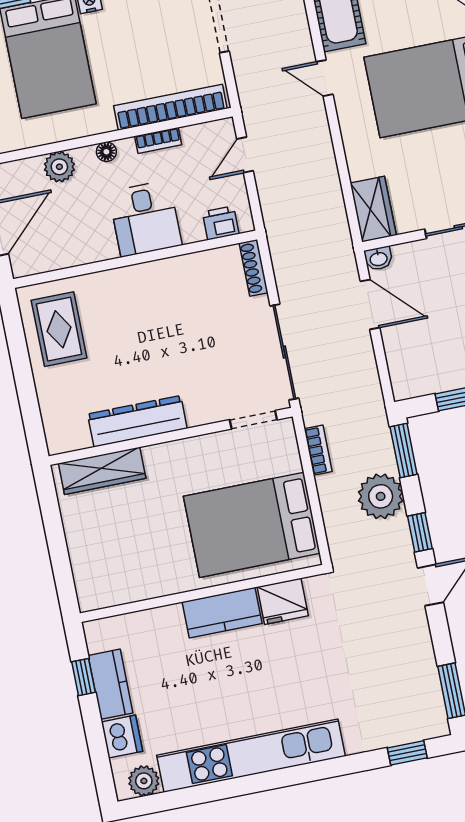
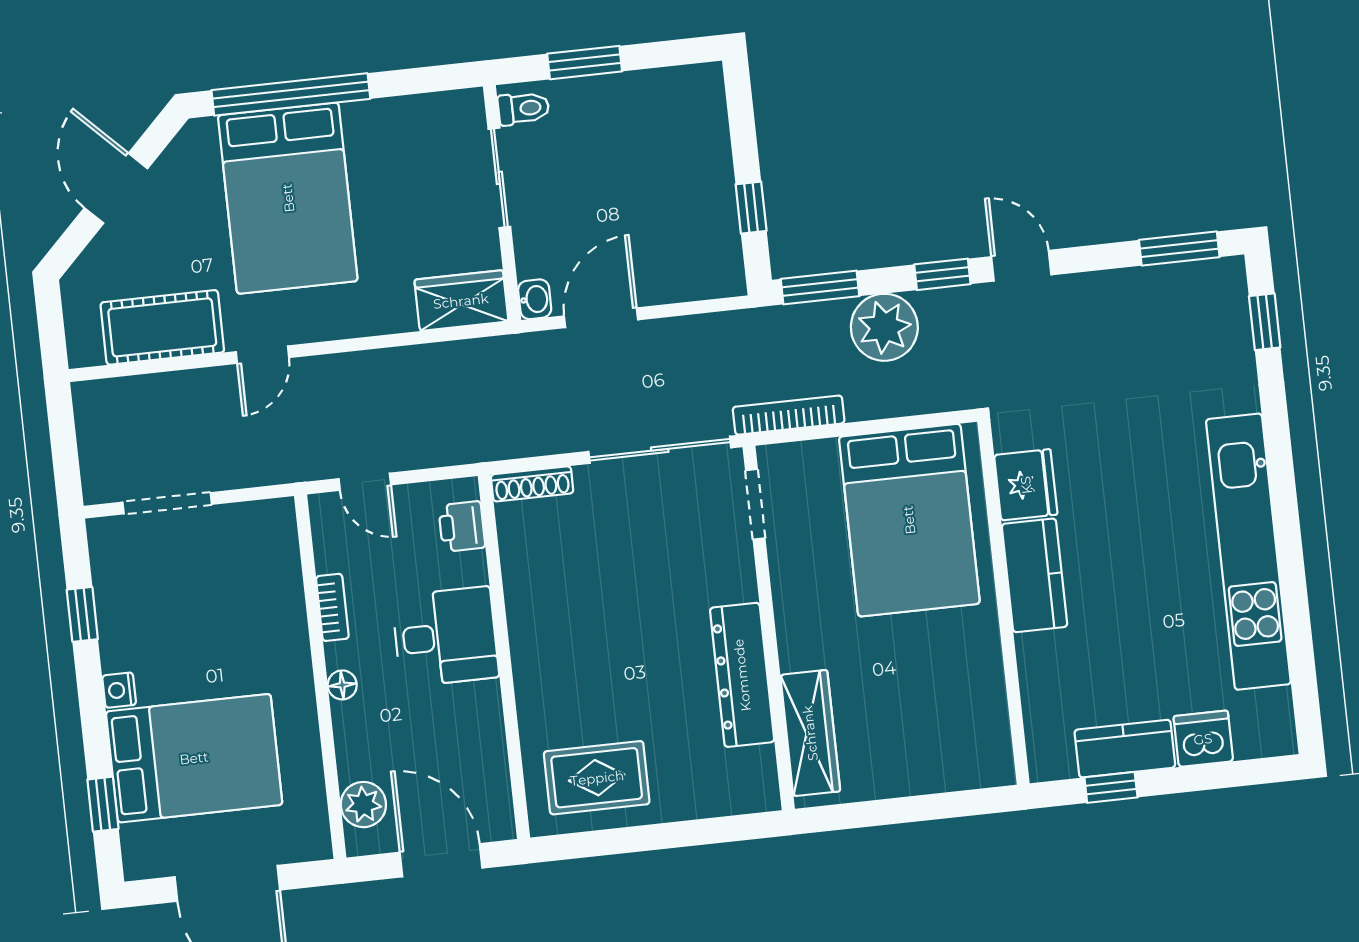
bookcase: (170, 107) -> (285, 585), removed
plant: (59, 167) -> (363, 805), moved
bookcase: (318, 450) -> (789, 415), width x1.56
plant: (144, 781) -> (1271, 712), removed

